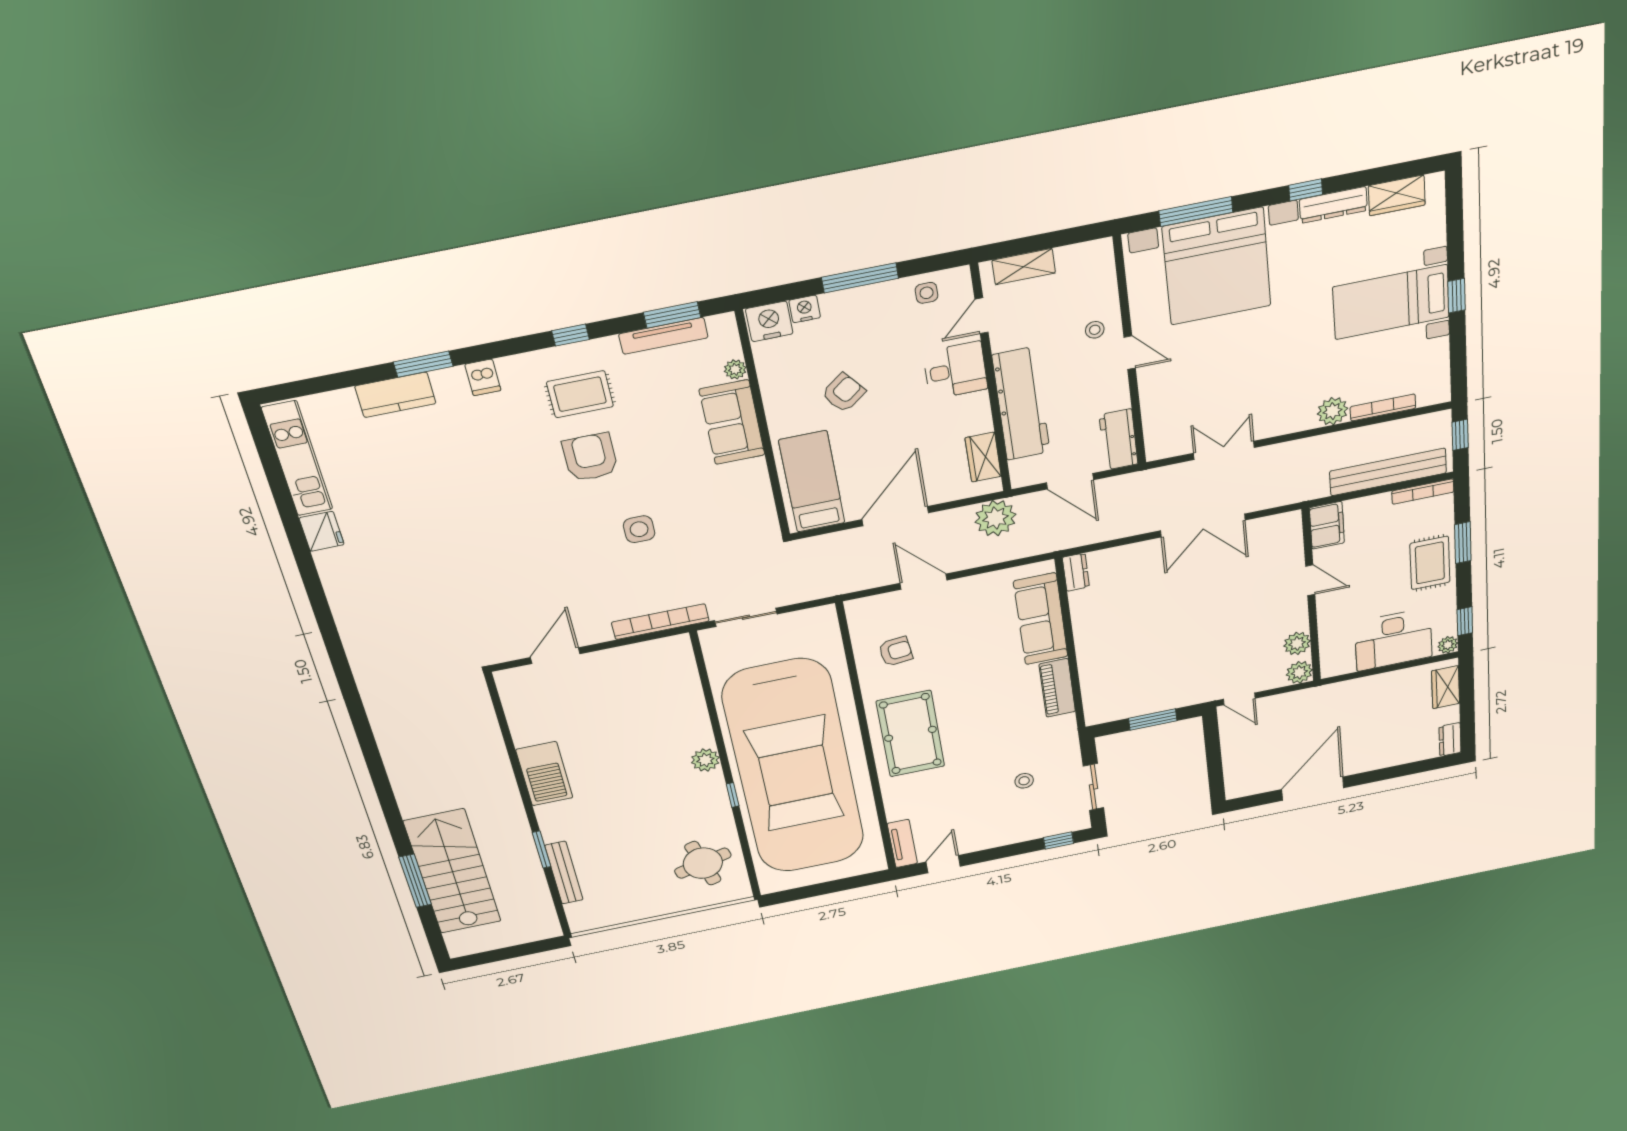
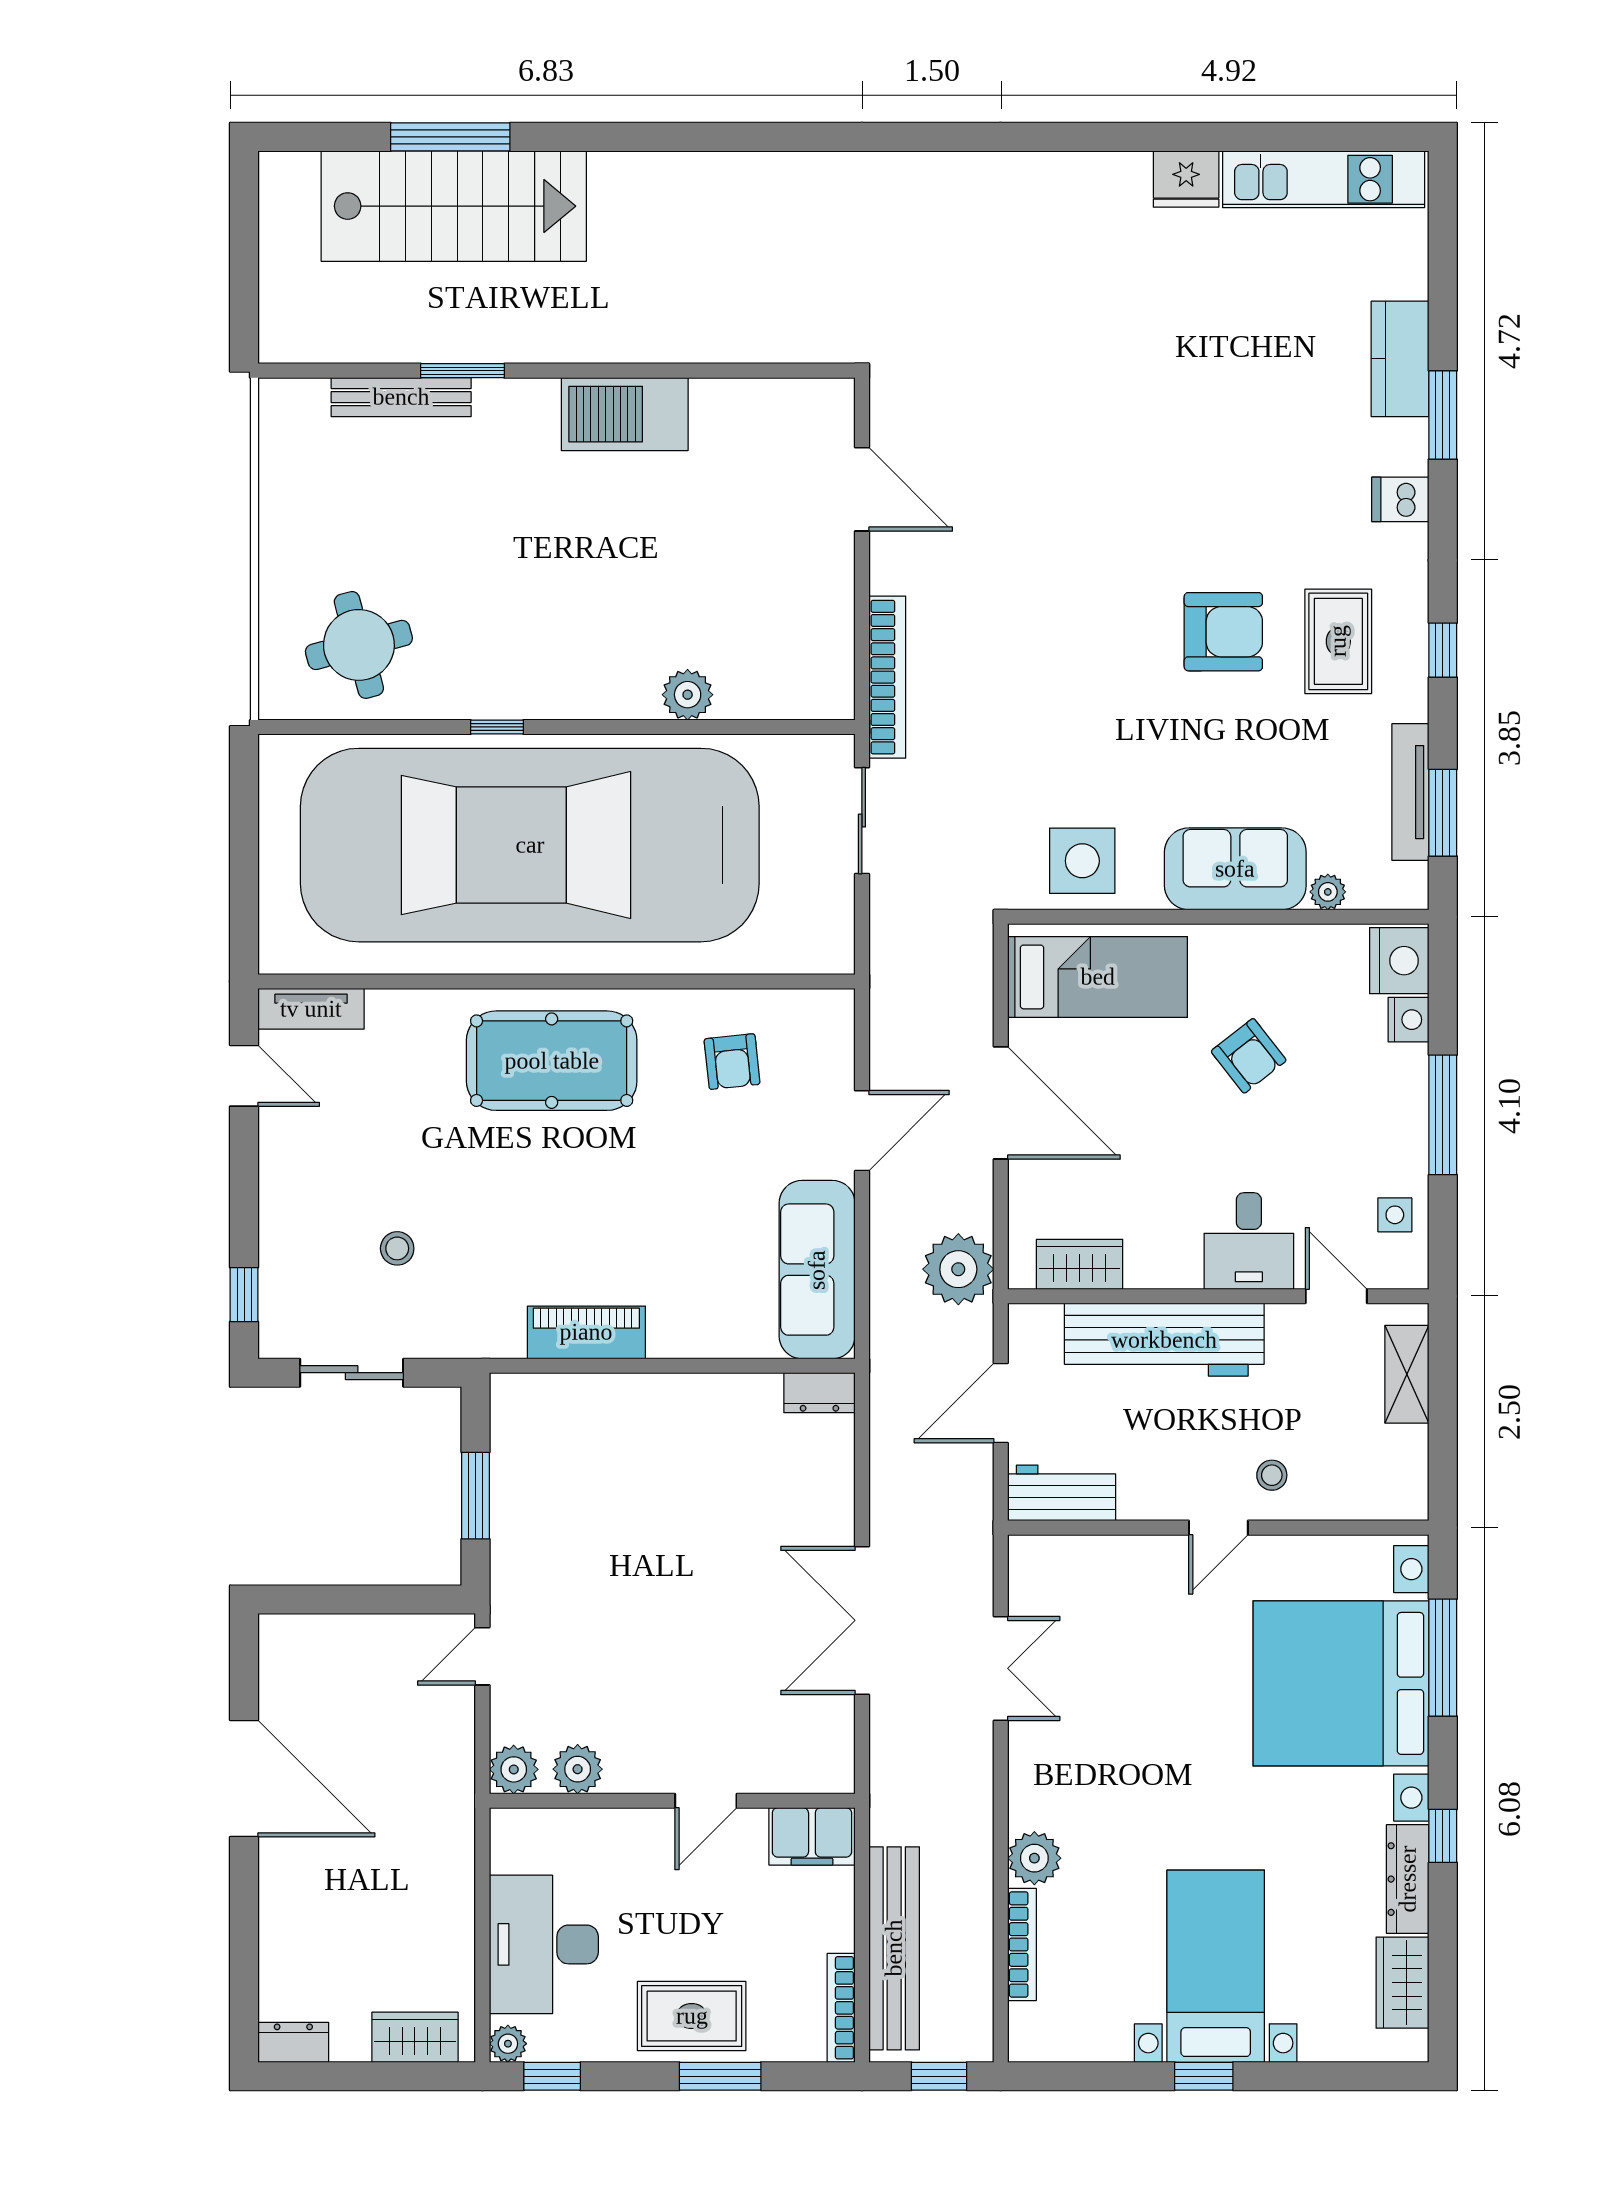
side table: (639, 529) -> (1082, 861), moved, width x1.37, depth x1.37
sofa: (1041, 619) -> (817, 1270), moved, turned -90
plant: (705, 760) -> (688, 695), moved

